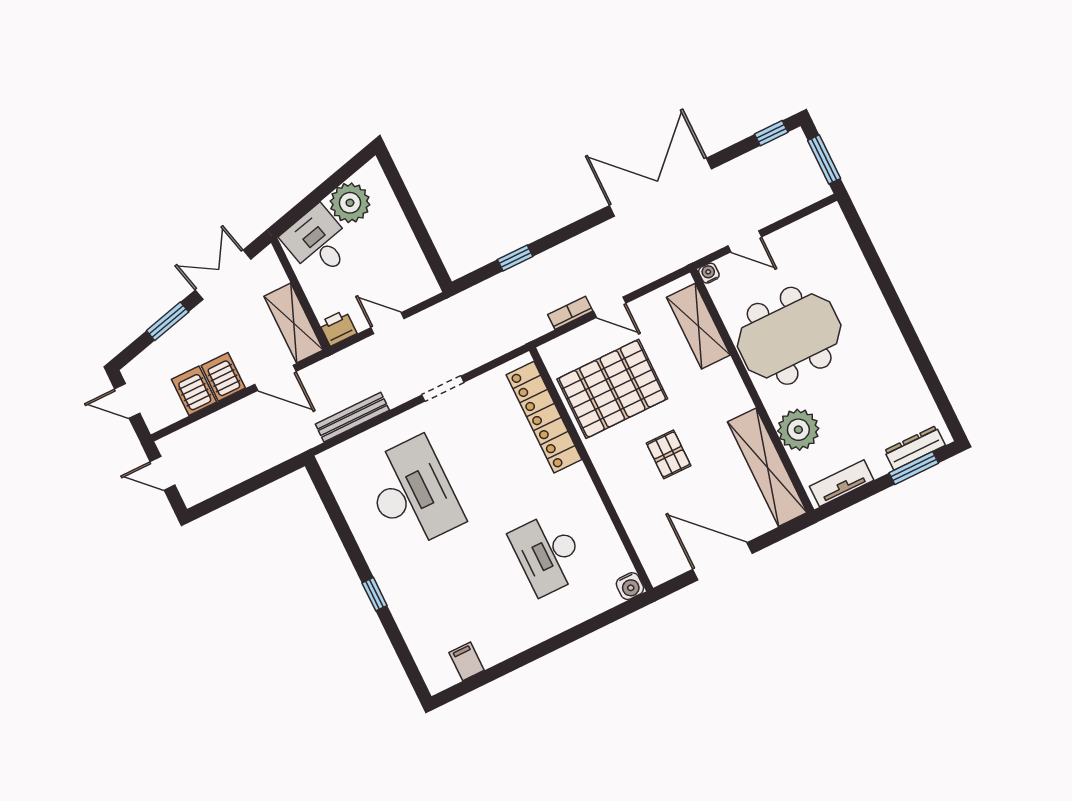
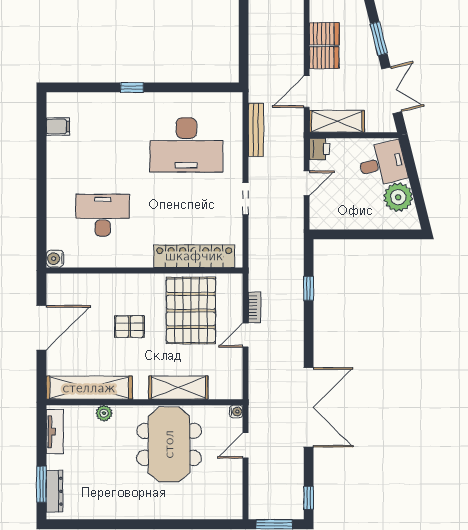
shelving: (698, 326) -> (178, 388), moved
plant: (798, 430) -> (104, 413), width x0.53, depth x0.53

